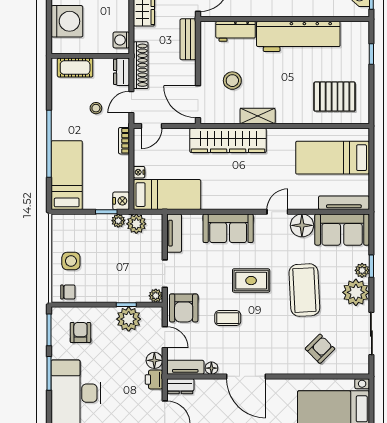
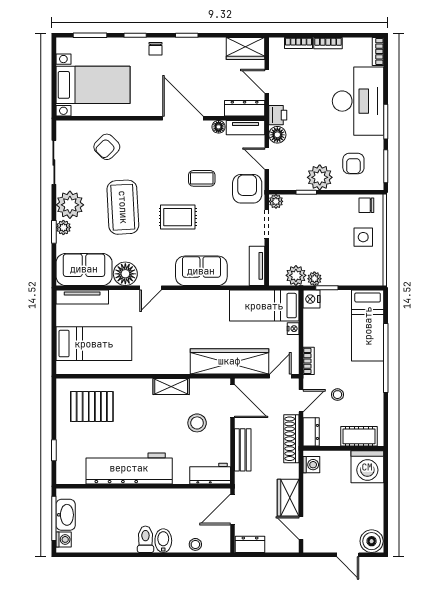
washing machine: (67, 21) -> (367, 467), moved, turned -90
workbench: (236, 31) -> (210, 474), moved
bench: (188, 39) -> (243, 450), moved
wardrobe: (228, 140) -> (229, 361), moved
plant: (129, 319) -> (320, 177), moved
dresser: (180, 386) -> (245, 108), width x1.44

